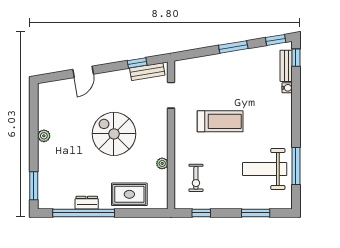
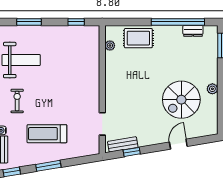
treadmill: (220, 121) -> (47, 134), moved
spiral stairs: (114, 134) -> (181, 100), moved, turned 90
plant: (162, 163) -> (110, 46), moved
exercise bike: (196, 178) -> (17, 101), moved
dresser: (87, 203) -> (193, 31), moved

